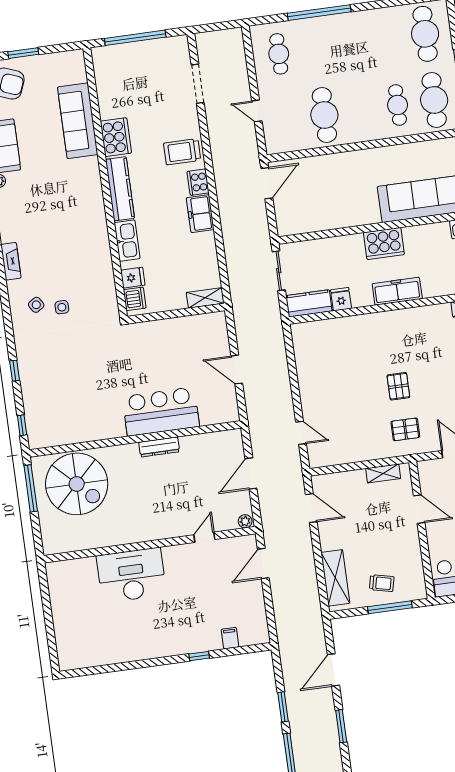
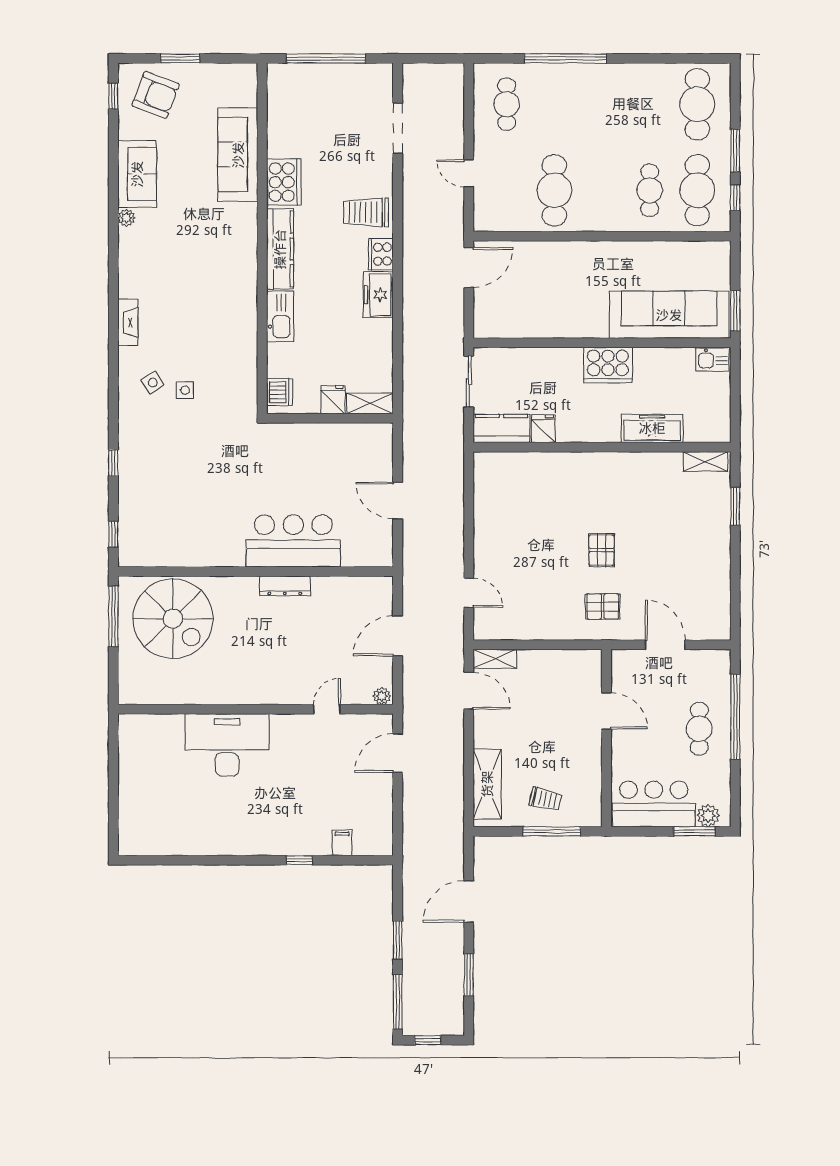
fridge: (133, 278) -> (333, 400), moved, turned -90
freezer: (397, 291) -> (652, 428), moved
shelving: (383, 473) -> (495, 659), moved

